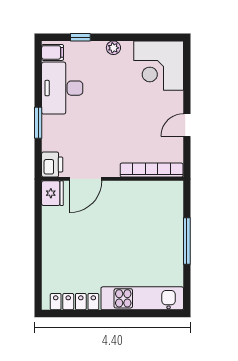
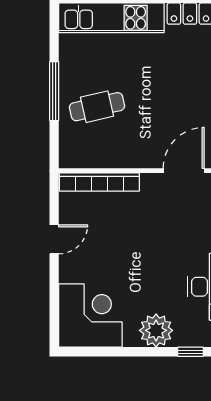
plant: (113, 48) -> (156, 330), width x1.87, depth x1.87
cafe table: (153, 229) -> (97, 107), added

